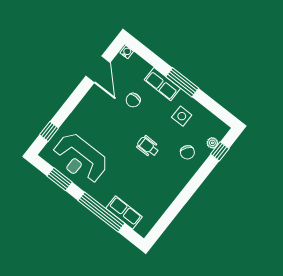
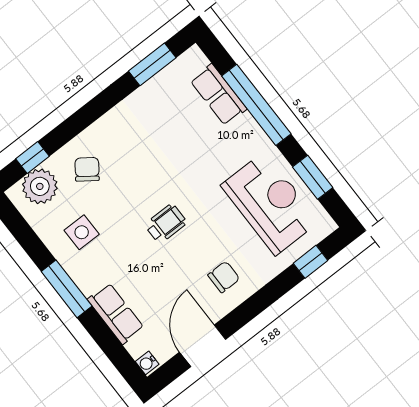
row of seats: (162, 84) -> (116, 314), moved
chair: (133, 100) -> (224, 277), moved
plant: (212, 143) -> (40, 186), width x1.88, depth x1.88
wheelchair: (148, 147) -> (166, 224), moved, turned -90
window: (165, 220) -> (152, 64), added

